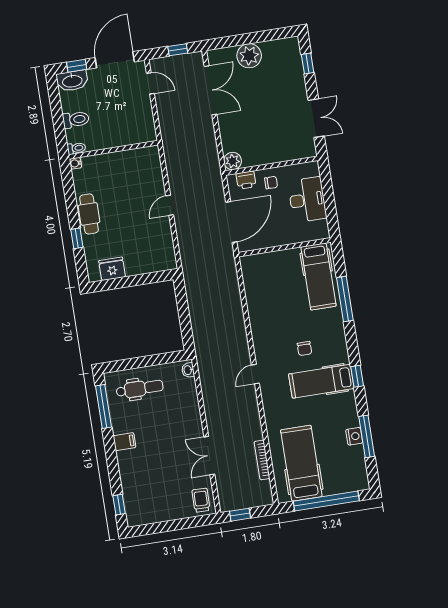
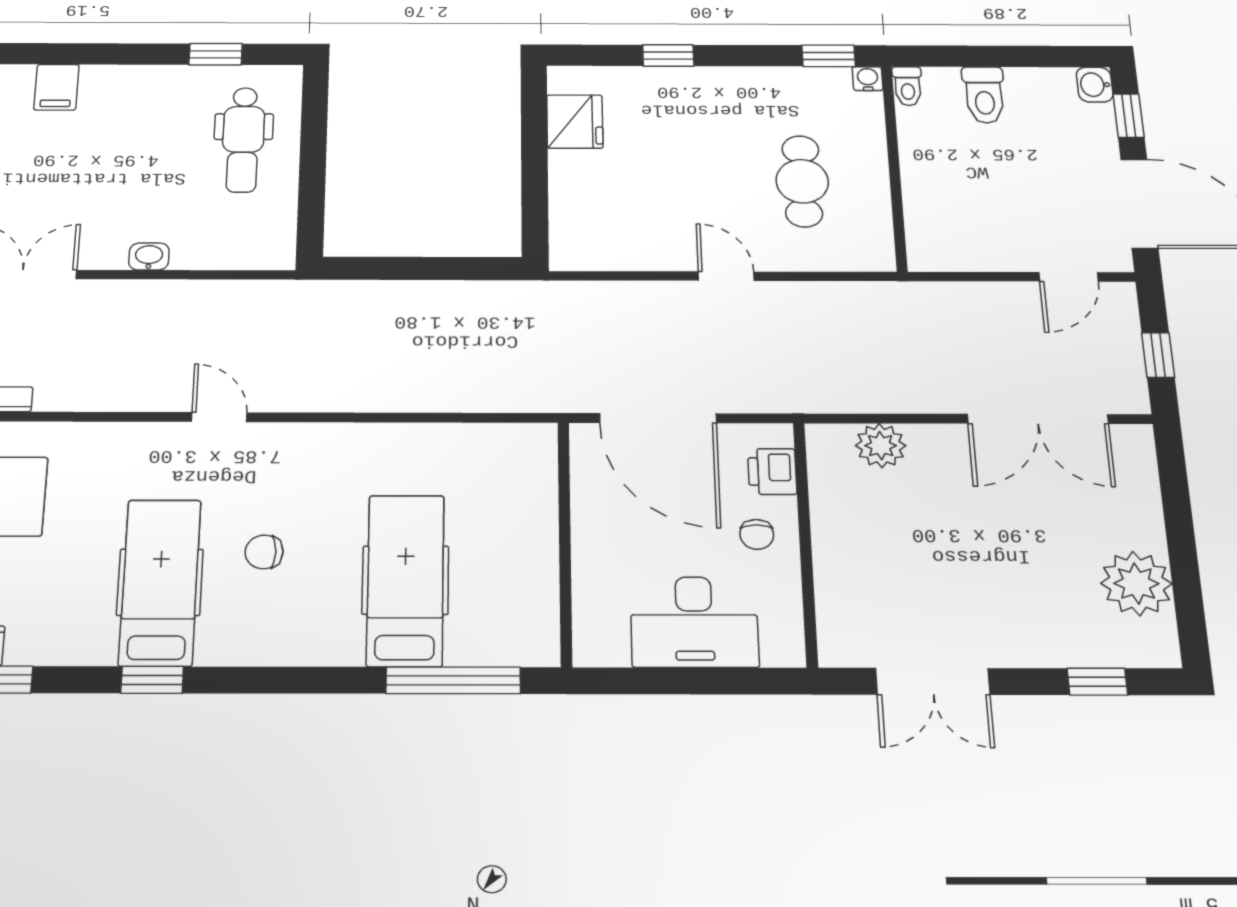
plant: (249, 56) -> (1136, 583), moved
washbasin: (72, 81) -> (1095, 85), width x0.52, depth x0.69
plant: (233, 161) -> (881, 446), moved
window: (67, 179) -> (829, 56), added
cafe table: (89, 214) -> (802, 181), moved, turned 90
hospital bed: (318, 276) -> (405, 580), moved, turned 90
window: (345, 299) -> (453, 680), moved
washbasin: (188, 370) -> (149, 256), moved
window: (104, 406) -> (216, 54), width x0.46
filing cabinet: (124, 442) -> (56, 87), moved

